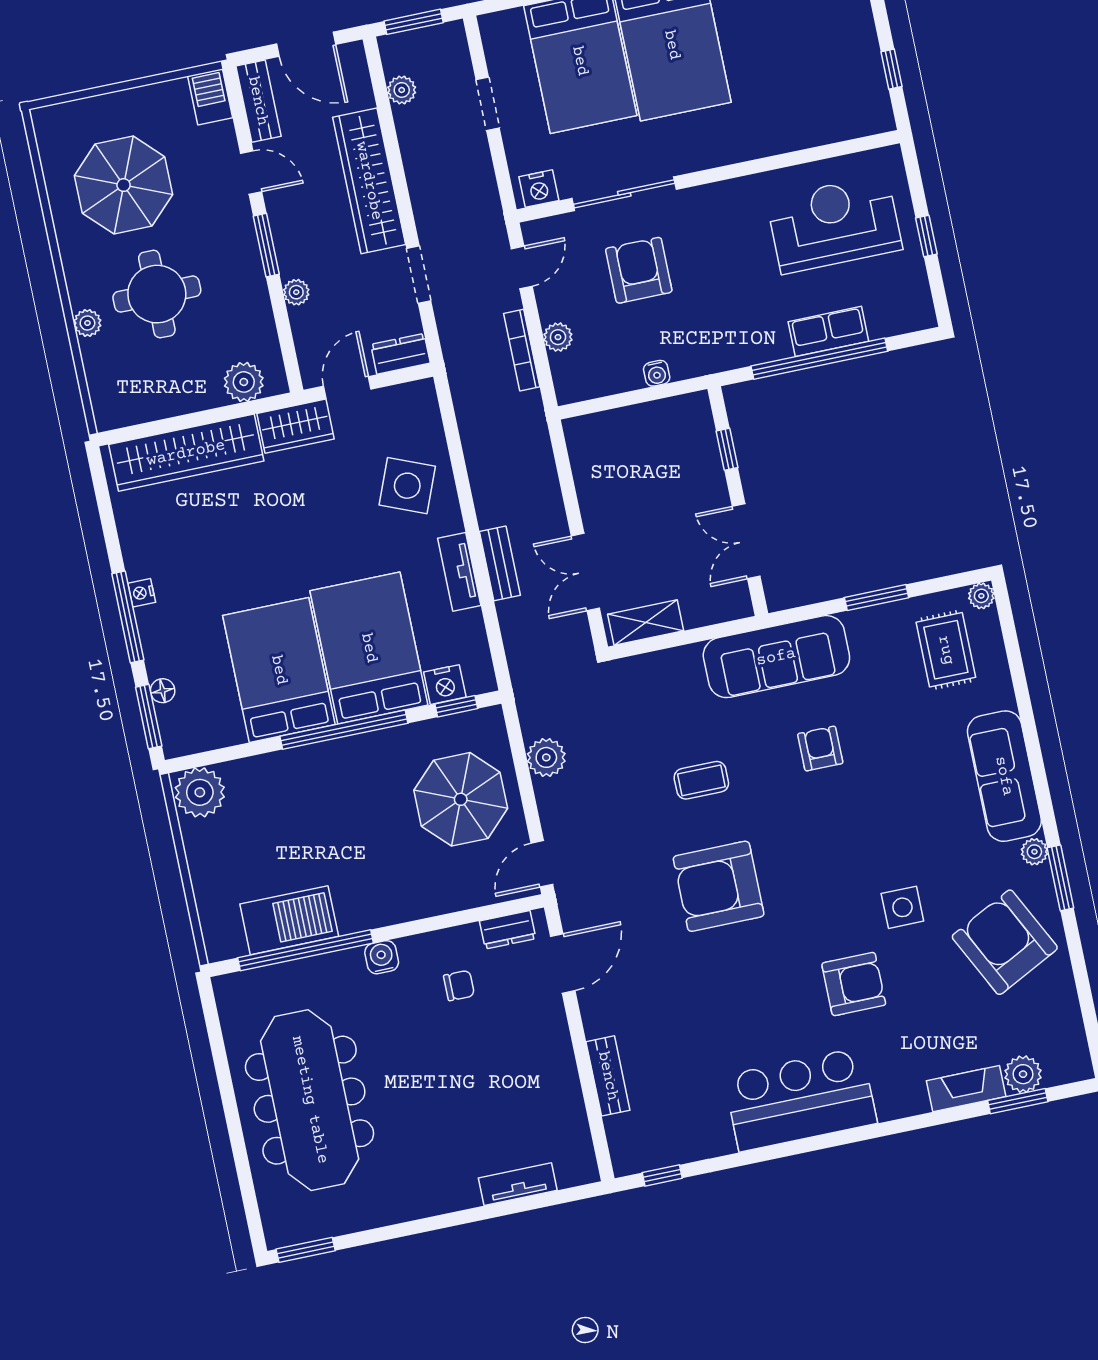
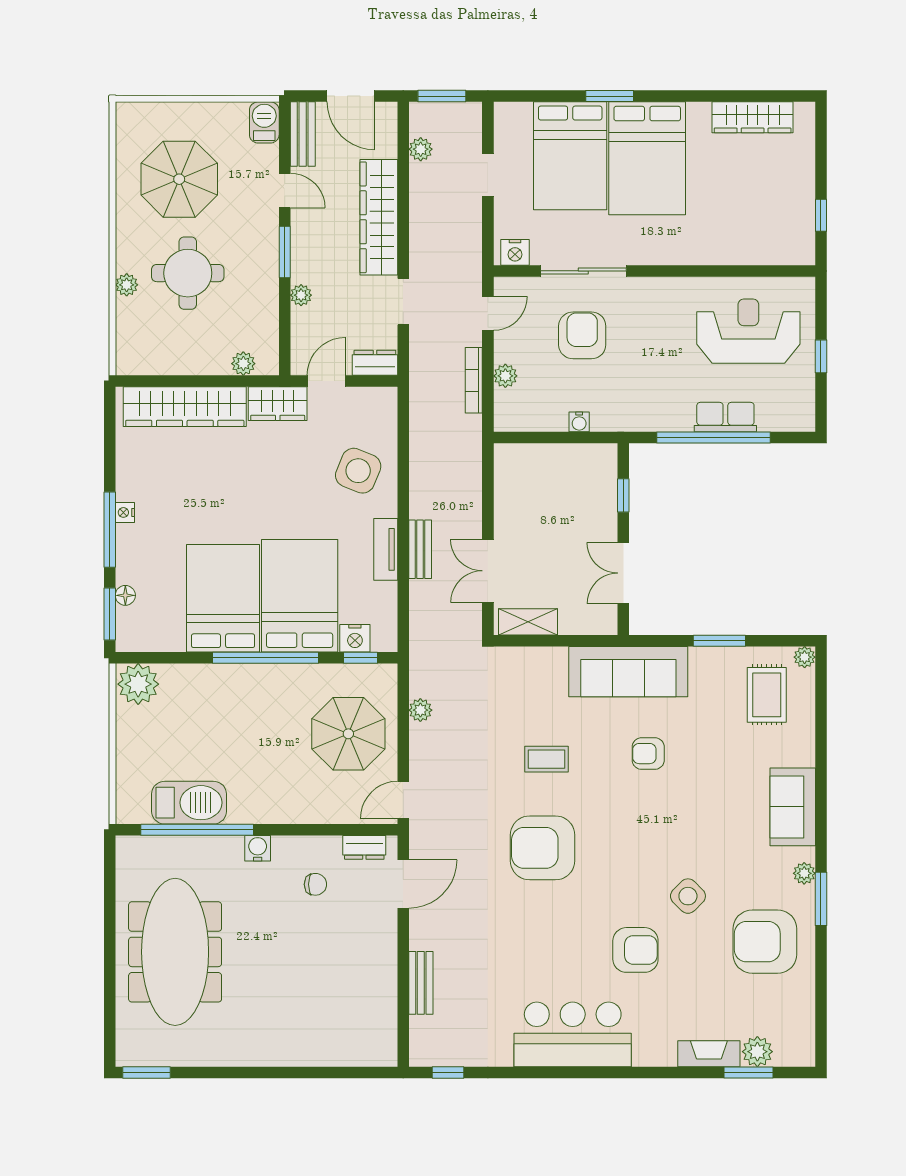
plant: (244, 382) -> (243, 364), width x0.73, depth x0.73
armchair: (820, 749) -> (648, 754), turned -90
plant: (546, 757) -> (420, 710), width x0.73, depth x0.73
sofa: (1004, 776) -> (793, 807), width x0.73
side table: (902, 907) -> (688, 896), turned 45
armchair: (1005, 942) -> (765, 942), turned -63
tv unit: (518, 1184) -> (330, 1055), removed

